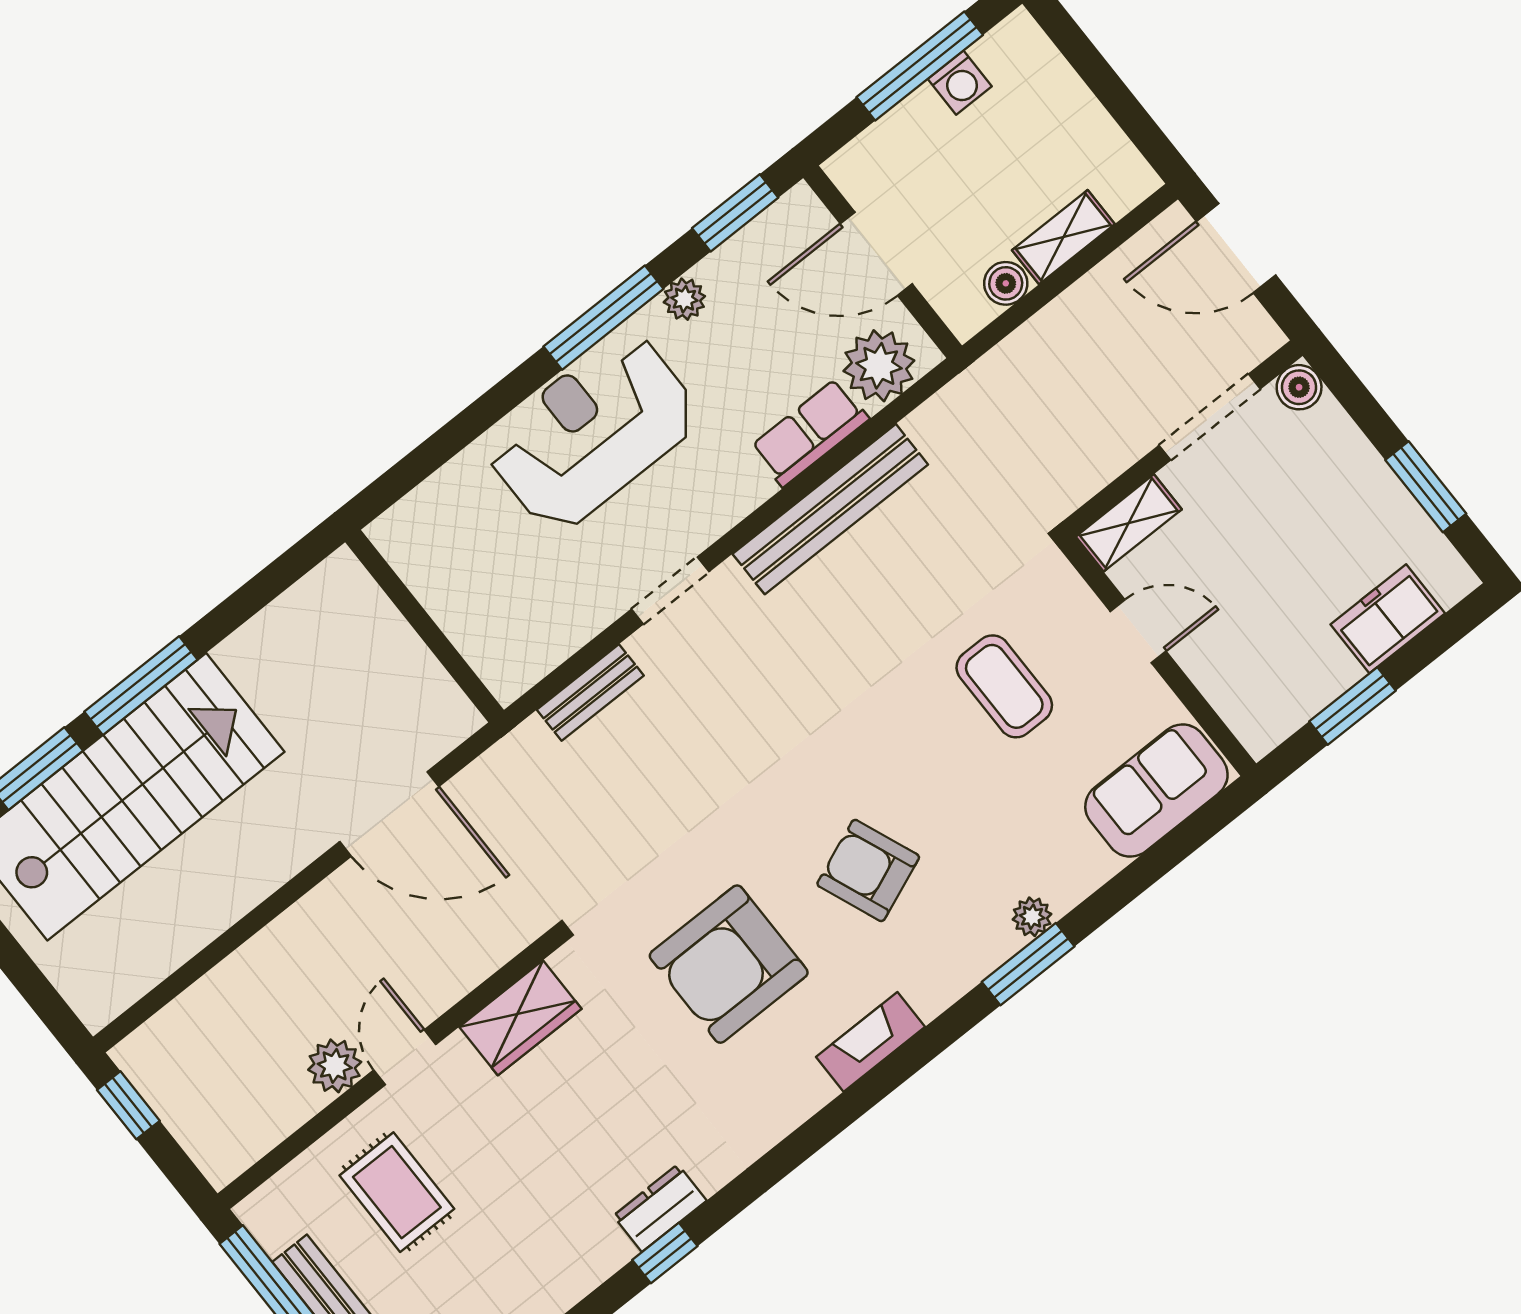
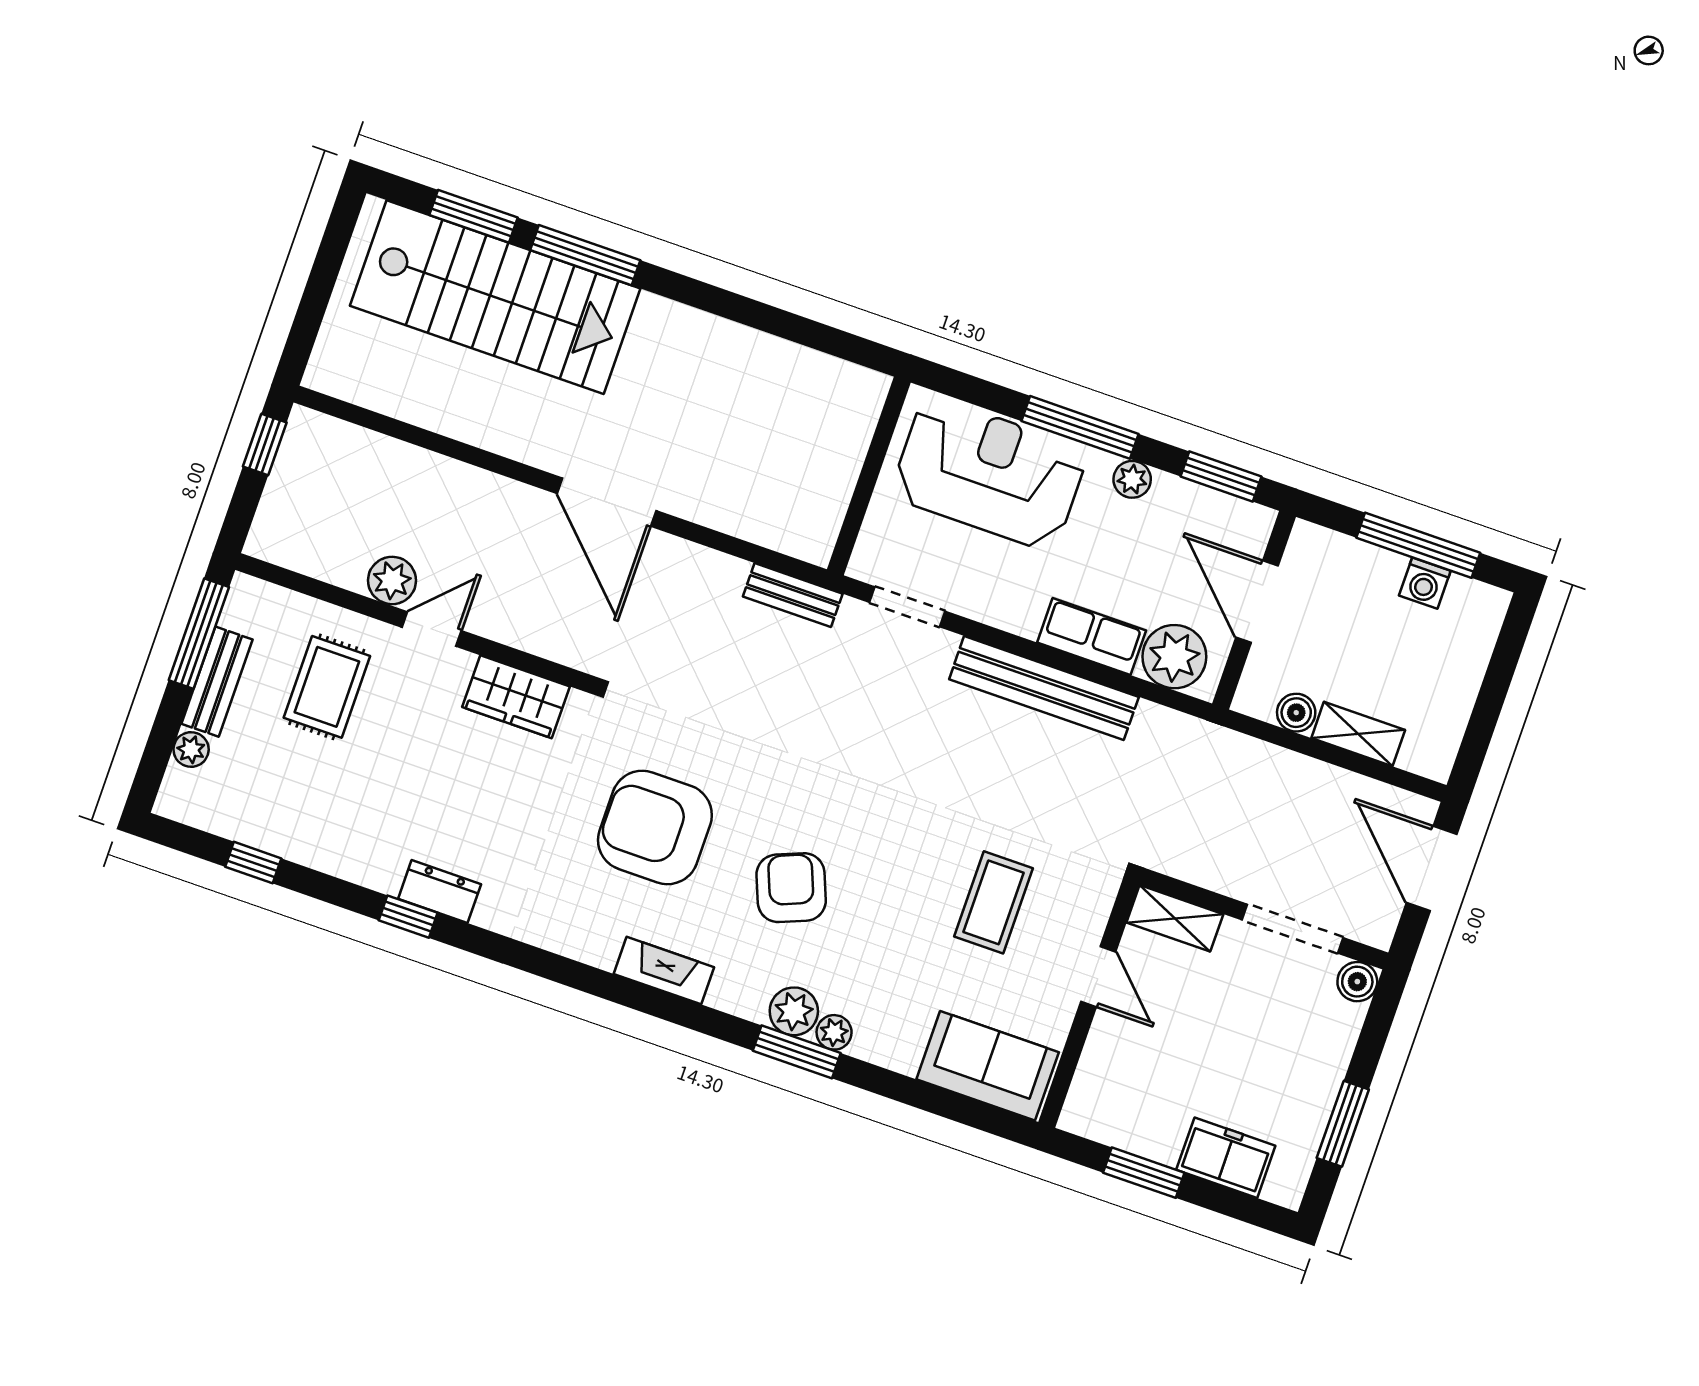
wall: (425, 626) -> (869, 476), moved
plant: (988, 942) -> (794, 1011), added

